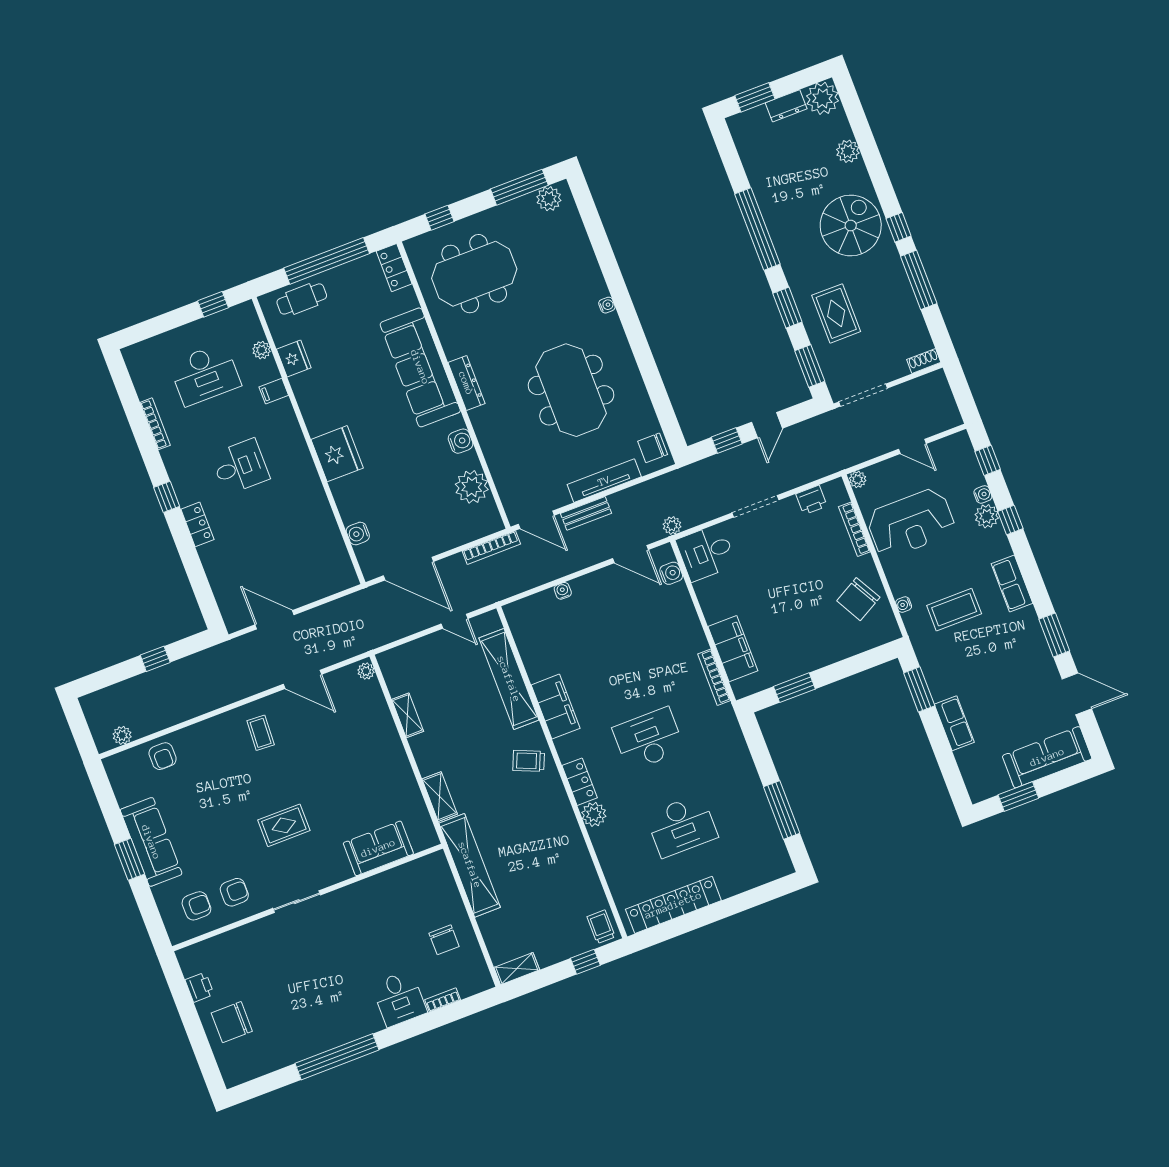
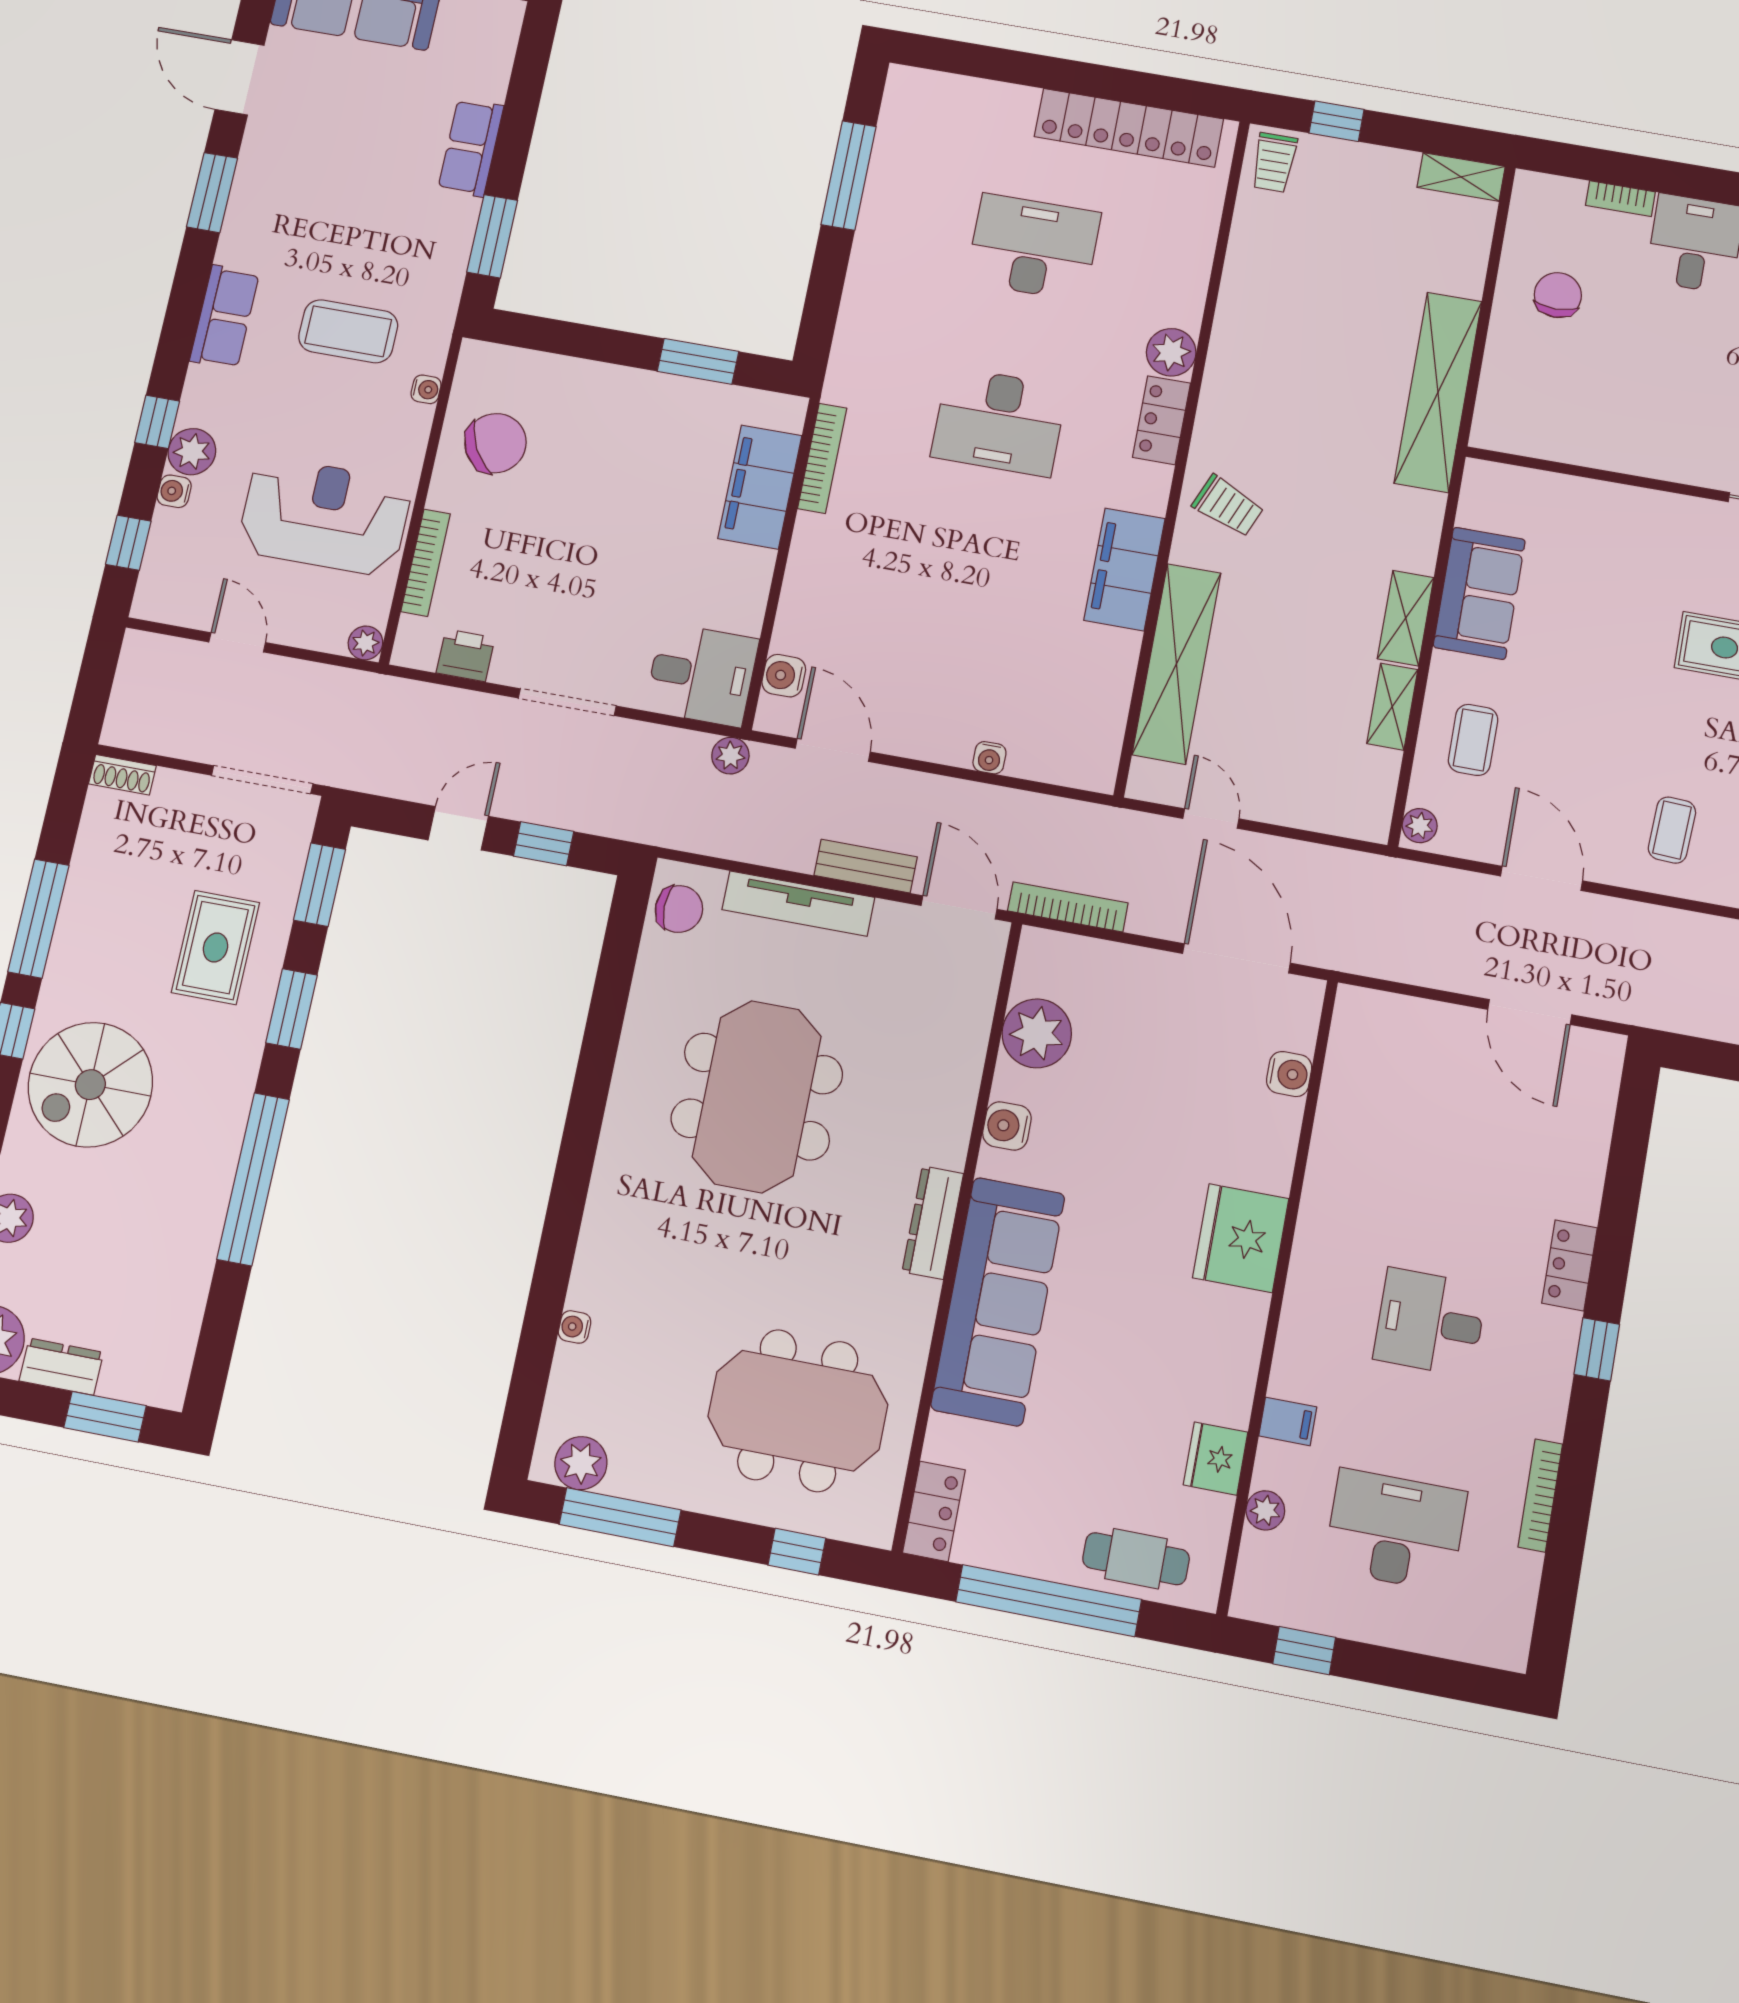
water cooler: (607, 305) -> (575, 1327), moved
coffee table: (365, 721) -> (1473, 740), added
shelving: (440, 797) -> (1406, 618), moved
sofa: (378, 848) -> (1479, 593), moved, turned -90

